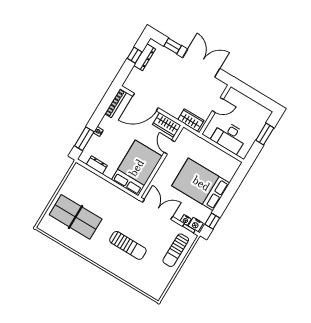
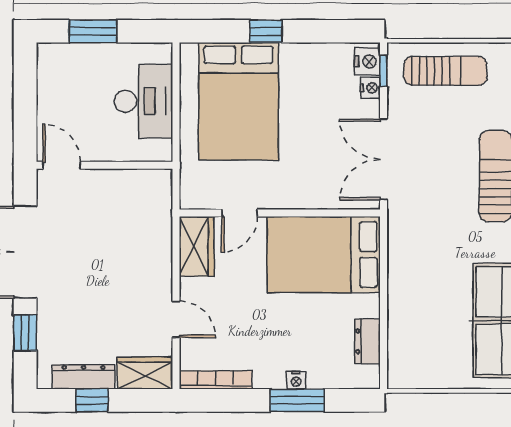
door: (145, 102) -> (176, 319), width x0.53
door: (218, 105) -> (62, 165), moved
wardrobe: (191, 120) -> (145, 373), moved, turned 90
window: (84, 139) -> (297, 400), moved
bed: (201, 184) -> (239, 101), moved
window: (212, 221) -> (266, 31), moved

